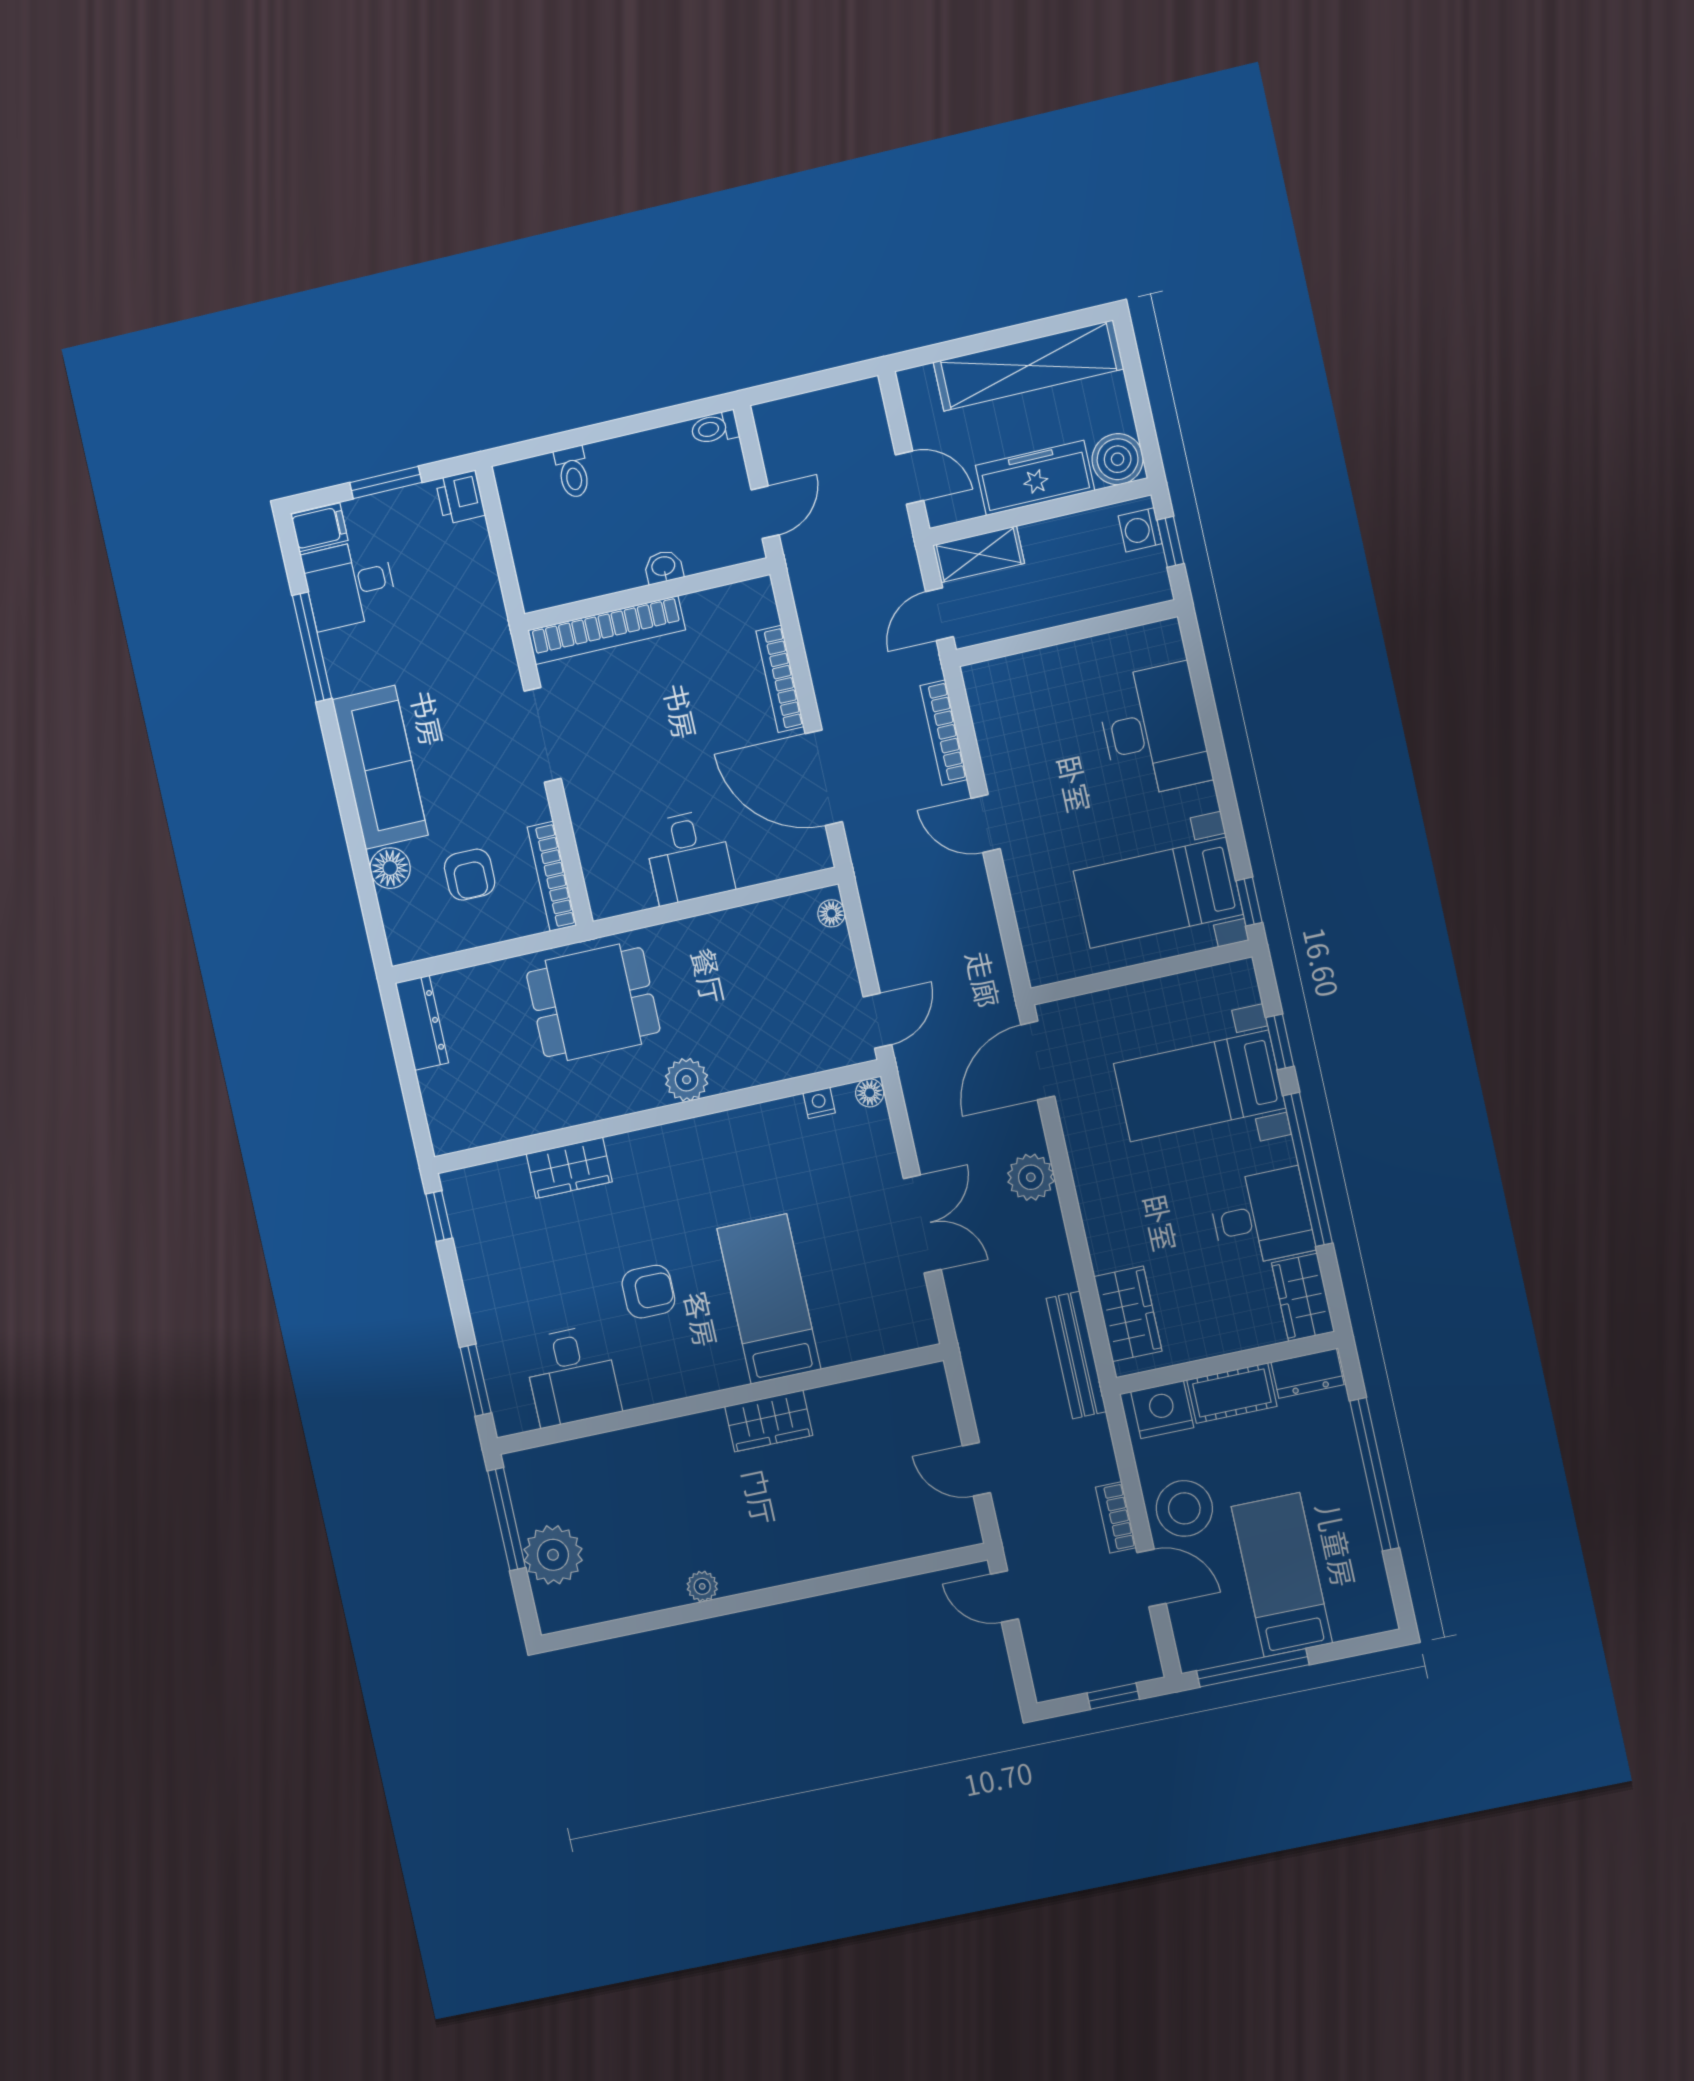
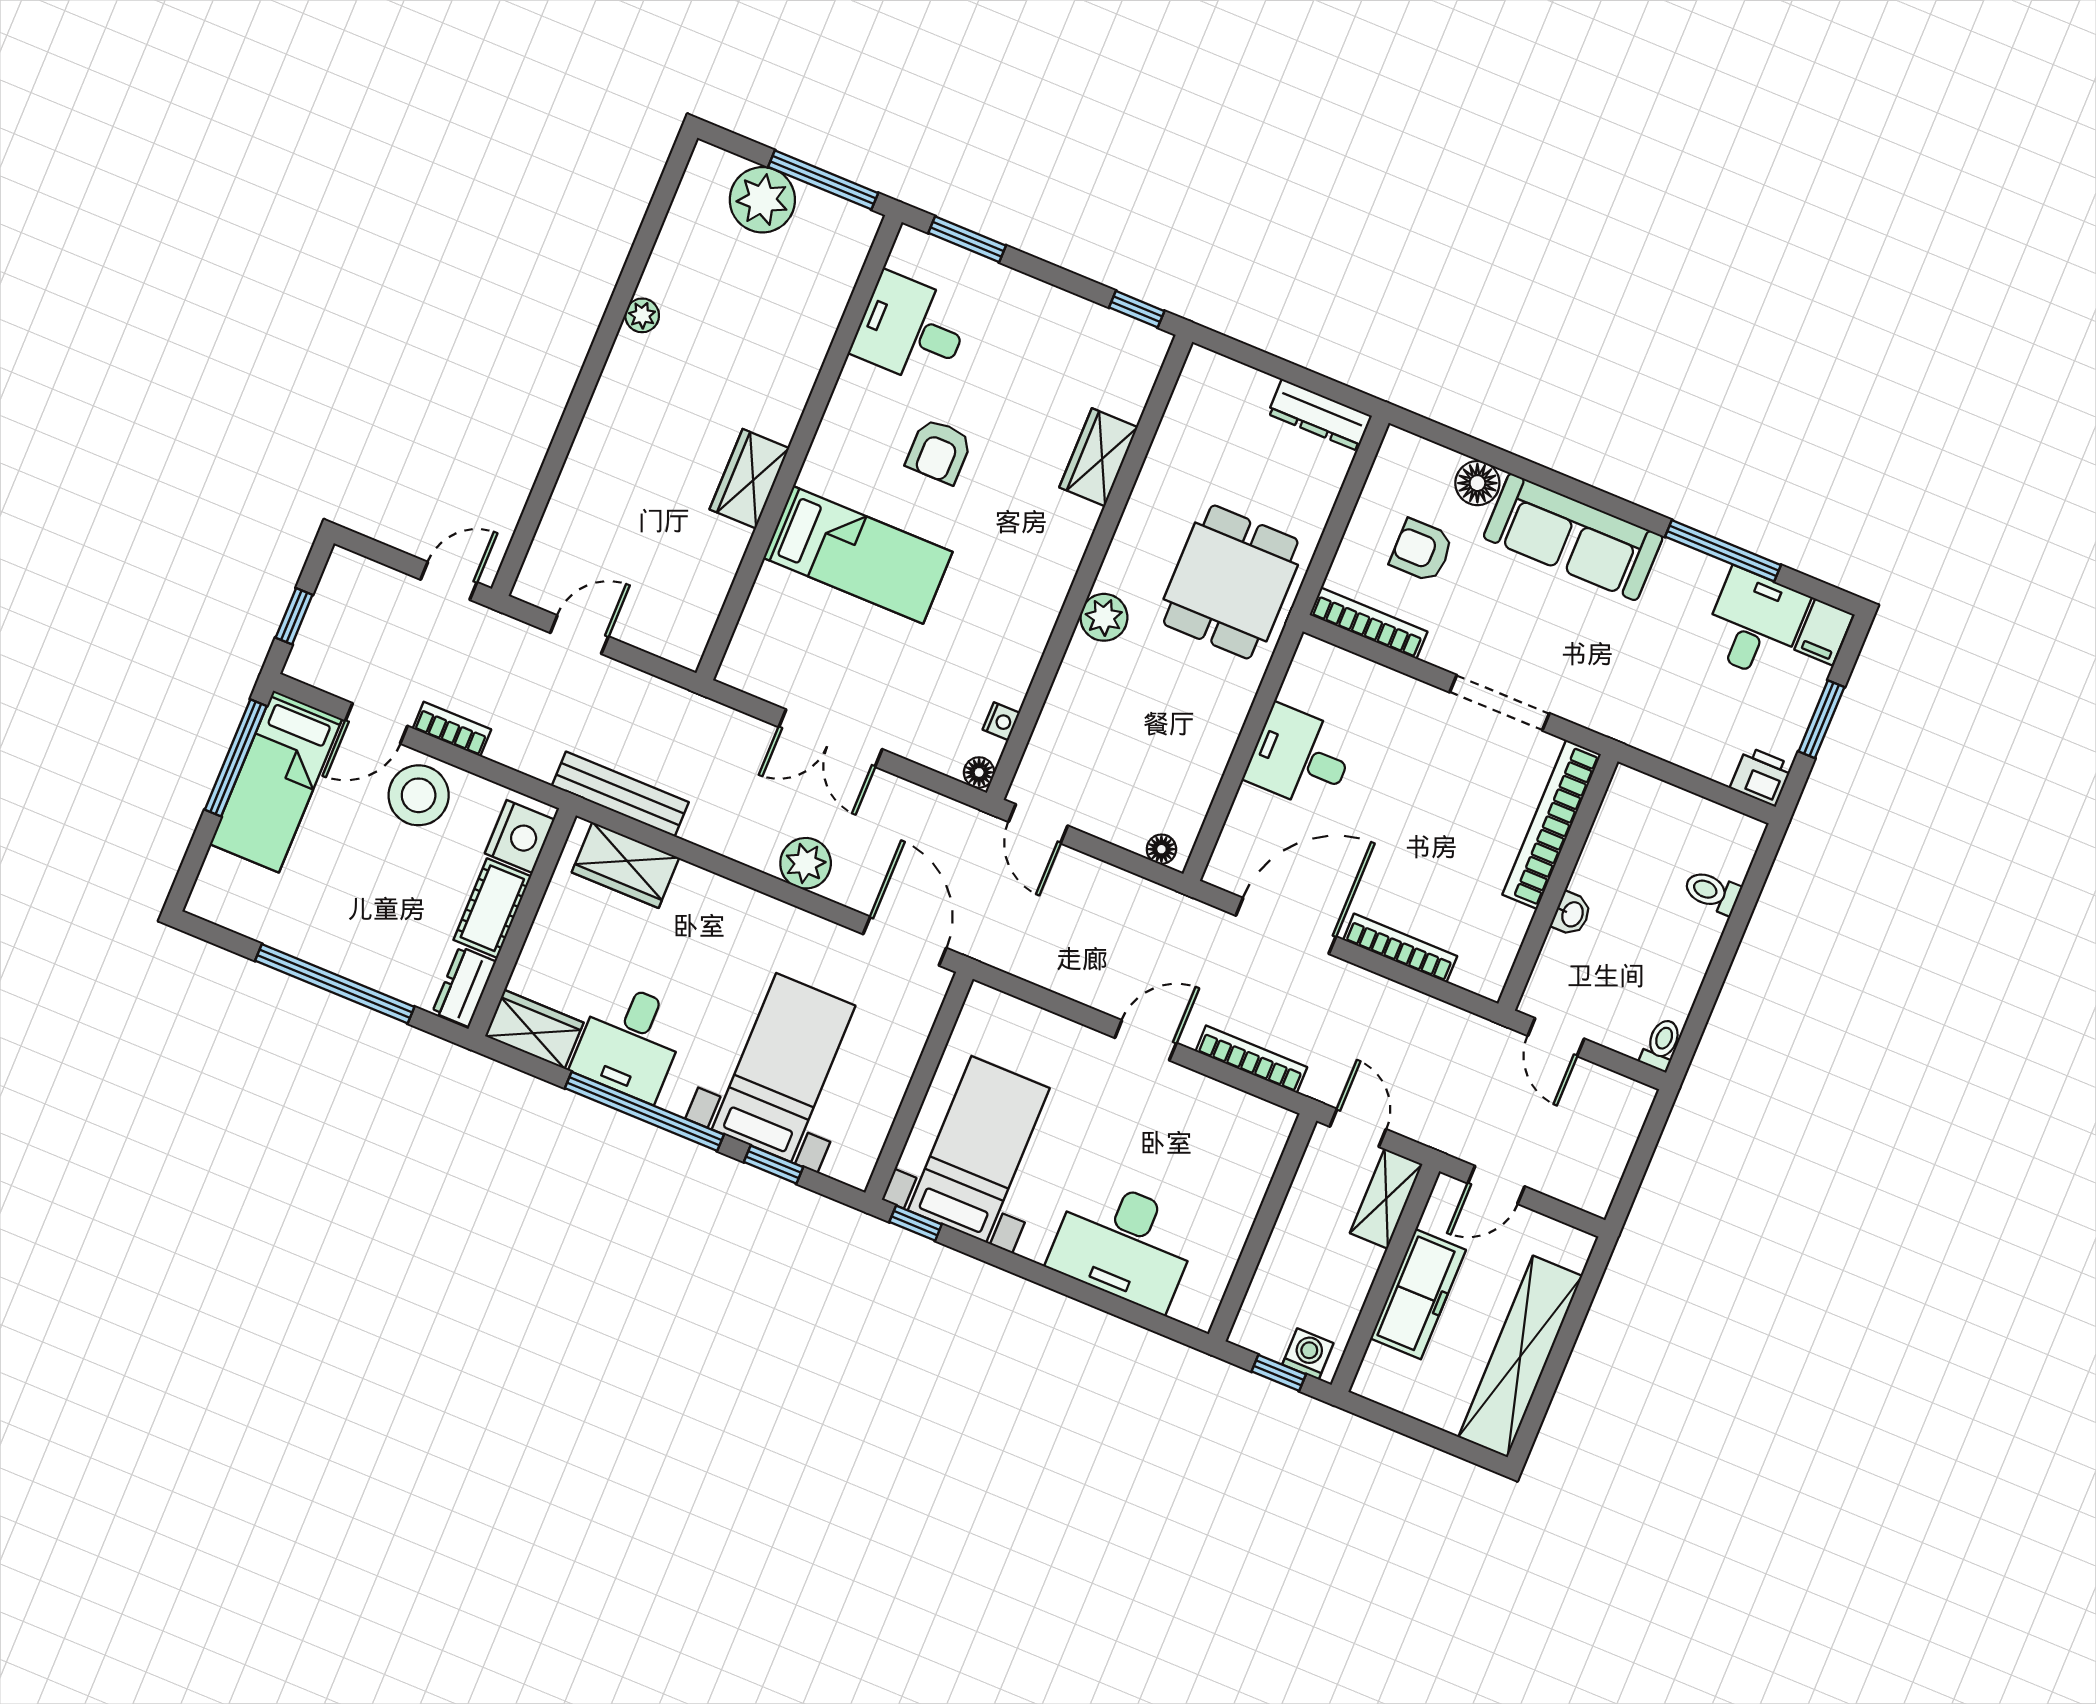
boiler: (1118, 459) -> (1383, 1377), removed
bed: (1282, 1575) -> (276, 781), moved, turned 90

